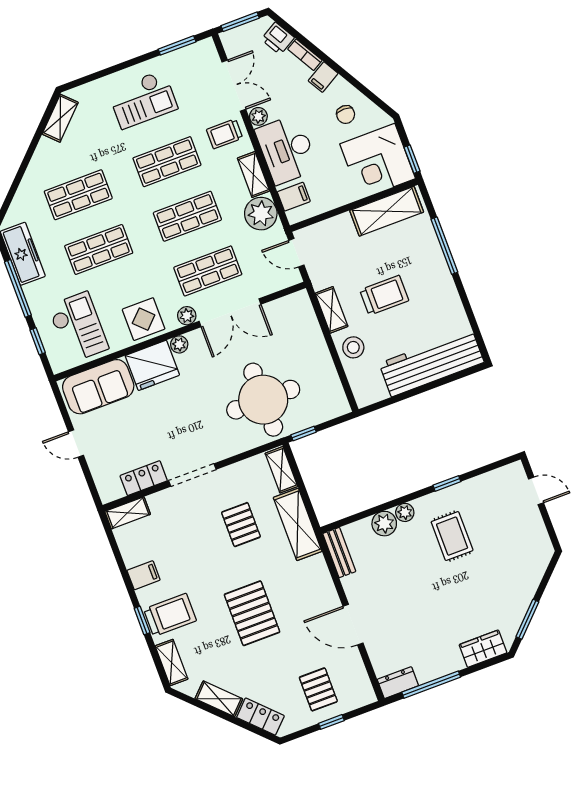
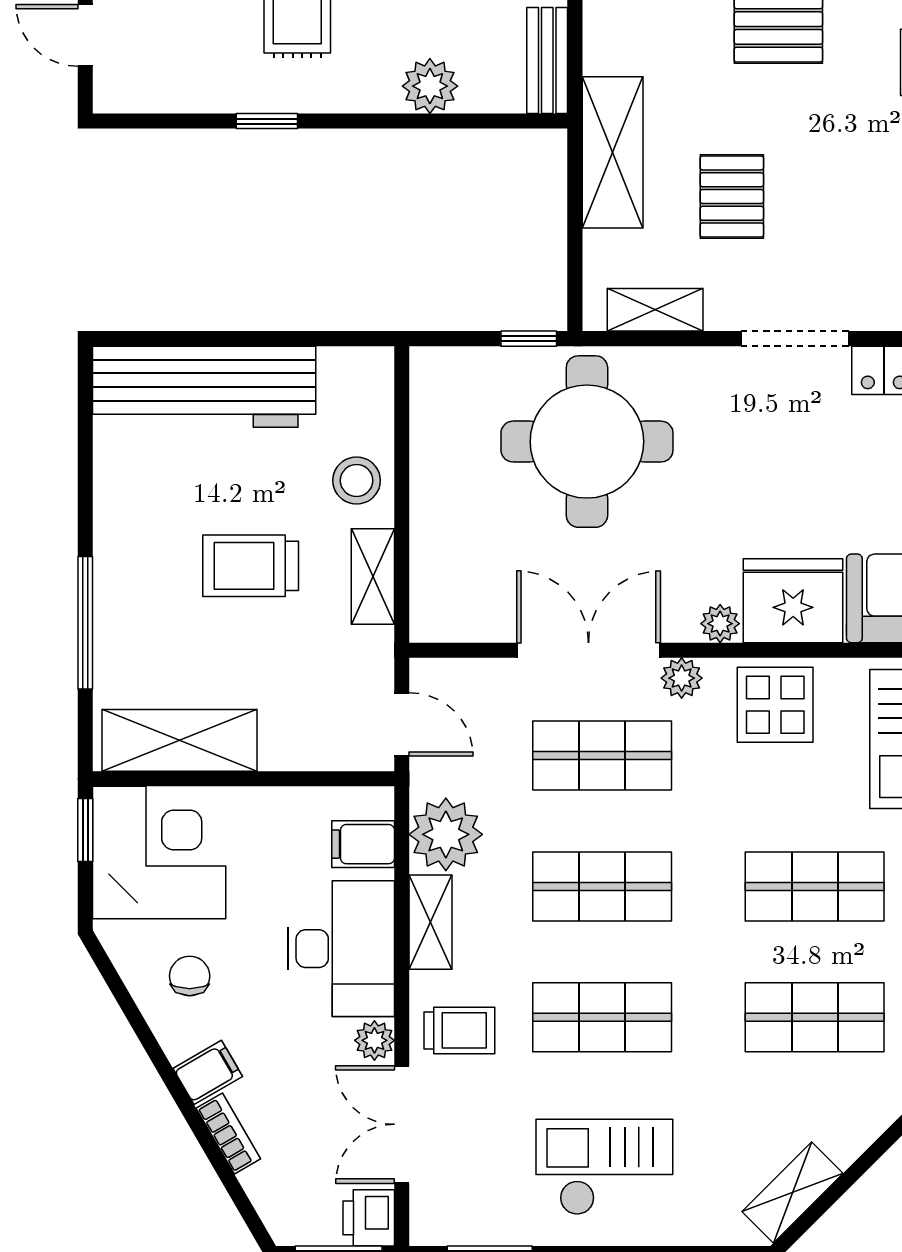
printer: (278, 38) -> (369, 1218), moved, turned -150
shelving: (281, 470) -> (655, 310), moved, turned 90
plant: (405, 512) -> (378, 93), removed

